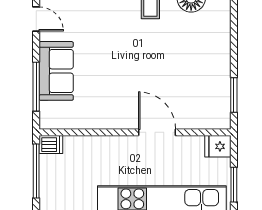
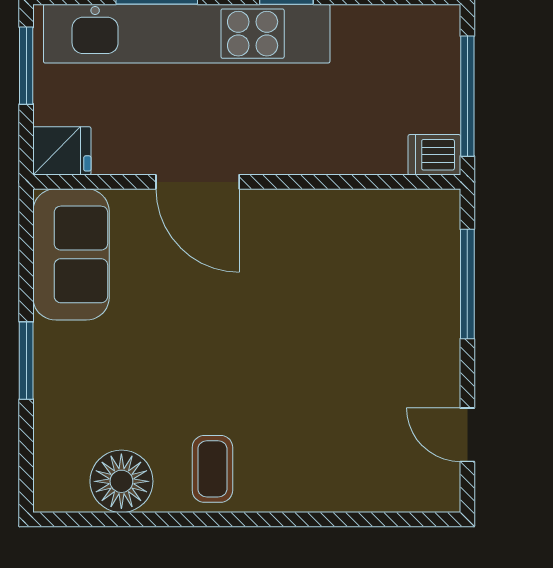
sofa: (56, 71) -> (71, 254), moved, turned 180
window: (234, 95) -> (26, 361), moved

